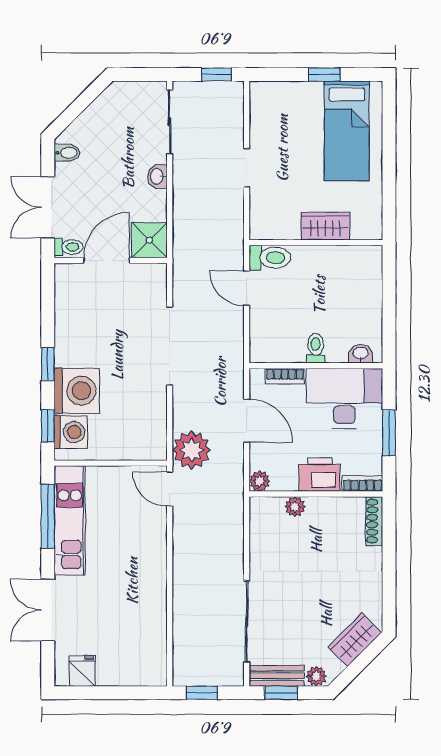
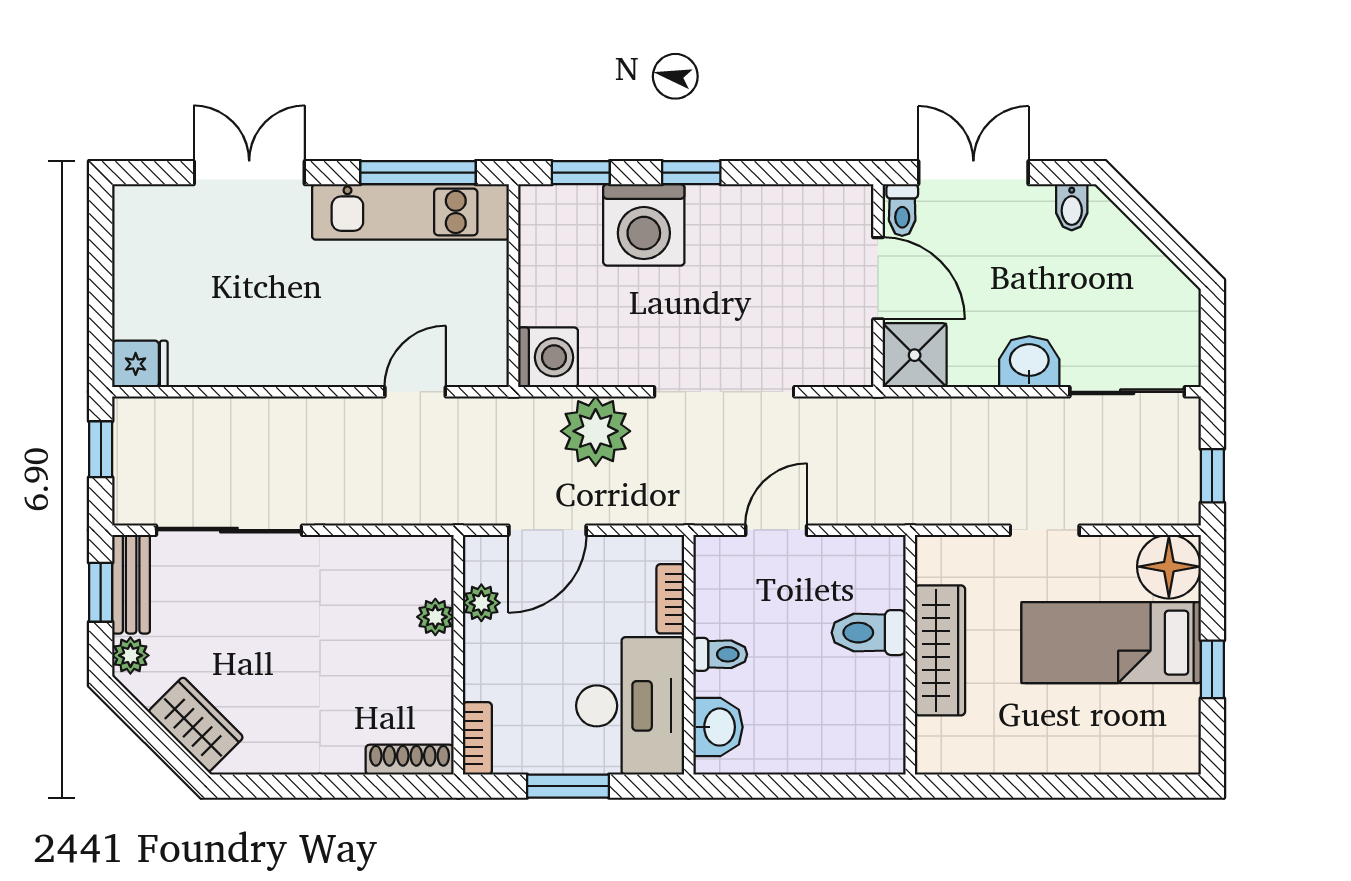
floor lamp: (267, 99) -> (1169, 567), added
bed: (347, 131) -> (1111, 643), moved
washbasin: (157, 176) -> (1029, 362), width x1.38, depth x1.45
wardrobe: (326, 226) -> (940, 650), width x1.50
toilet: (270, 258) -> (869, 633), moved, turned 90
door: (247, 288) -> (776, 530), moved
washbasin: (361, 354) -> (718, 727), width x1.38, depth x1.45
door: (247, 421) -> (548, 530), moved
washing machine: (71, 432) -> (548, 357), moved, turned -90
plant: (192, 450) -> (596, 431), moved
printer: (320, 475) -> (493, 662), removed
plant: (259, 481) -> (481, 603), moved
door: (170, 489) -> (415, 392), moved
fridge: (82, 671) -> (140, 364), moved

